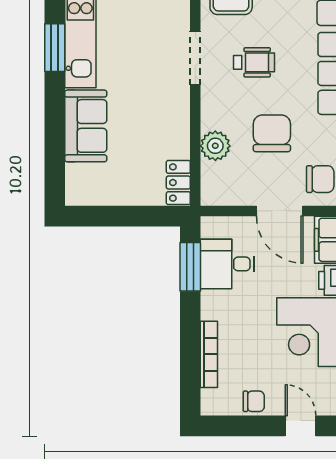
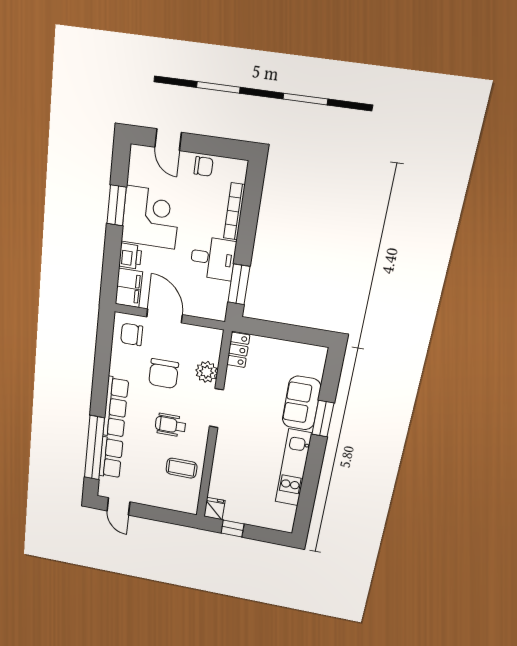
window: (55, 48) -> (323, 419), moved
doorway: (195, 58) -> (216, 408), moved
desk: (227, 264) -> (213, 258), moved
chair: (254, 401) -> (203, 166), turned 180

